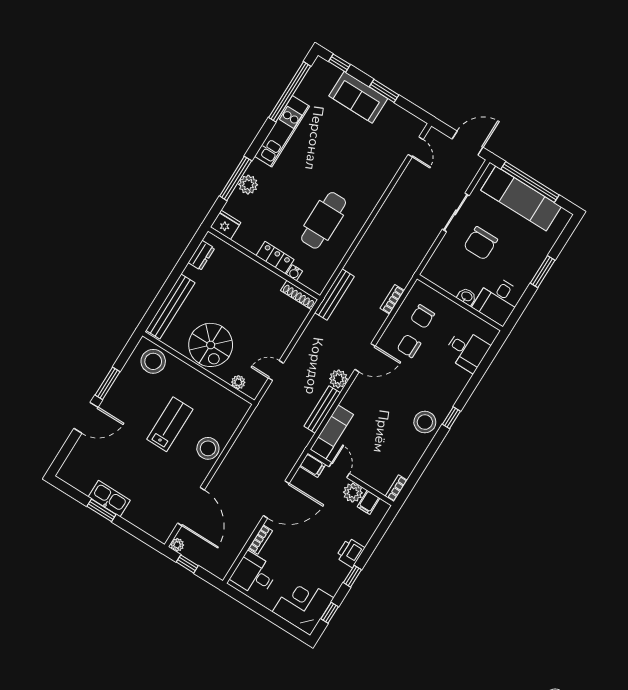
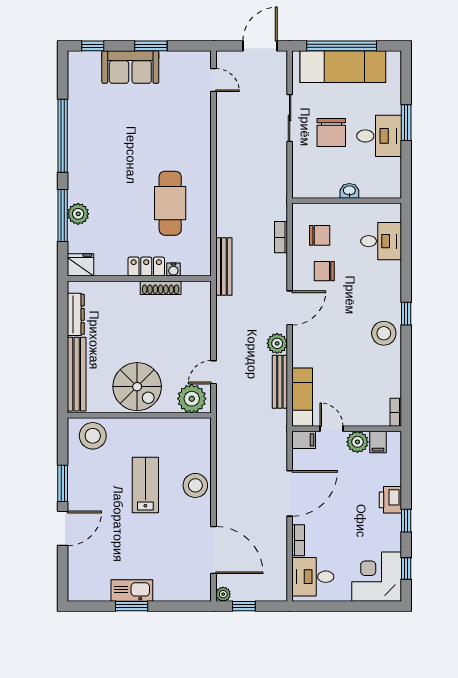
window: (290, 92) -> (63, 136), moved
kitchen unit: (282, 131) -> (79, 144), removed
dresser: (201, 255) -> (76, 314), width x1.44
shoe rack: (299, 295) -> (161, 288), moved
desk: (498, 300) -> (379, 136), moved, turned -90
chair: (423, 316) -> (320, 235), turned -90
plant: (238, 382) -> (192, 399), width x1.87, depth x1.87

